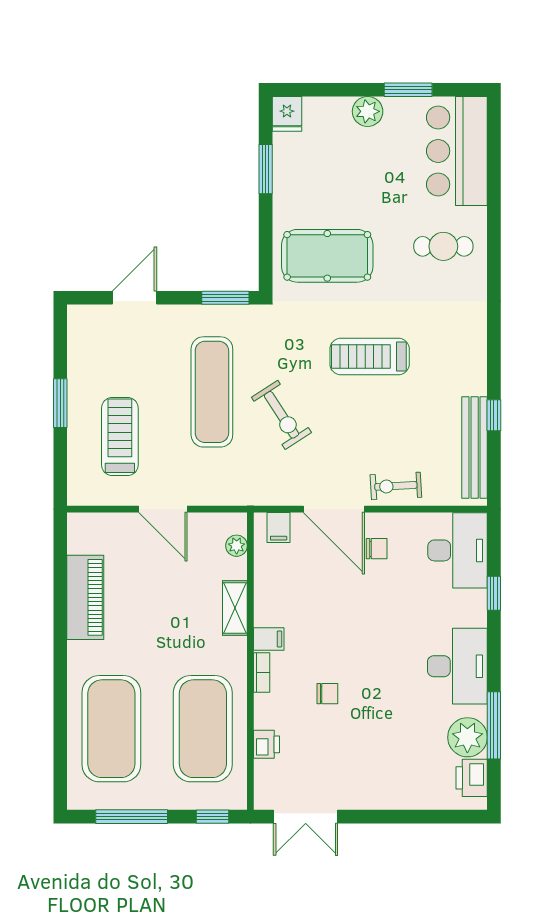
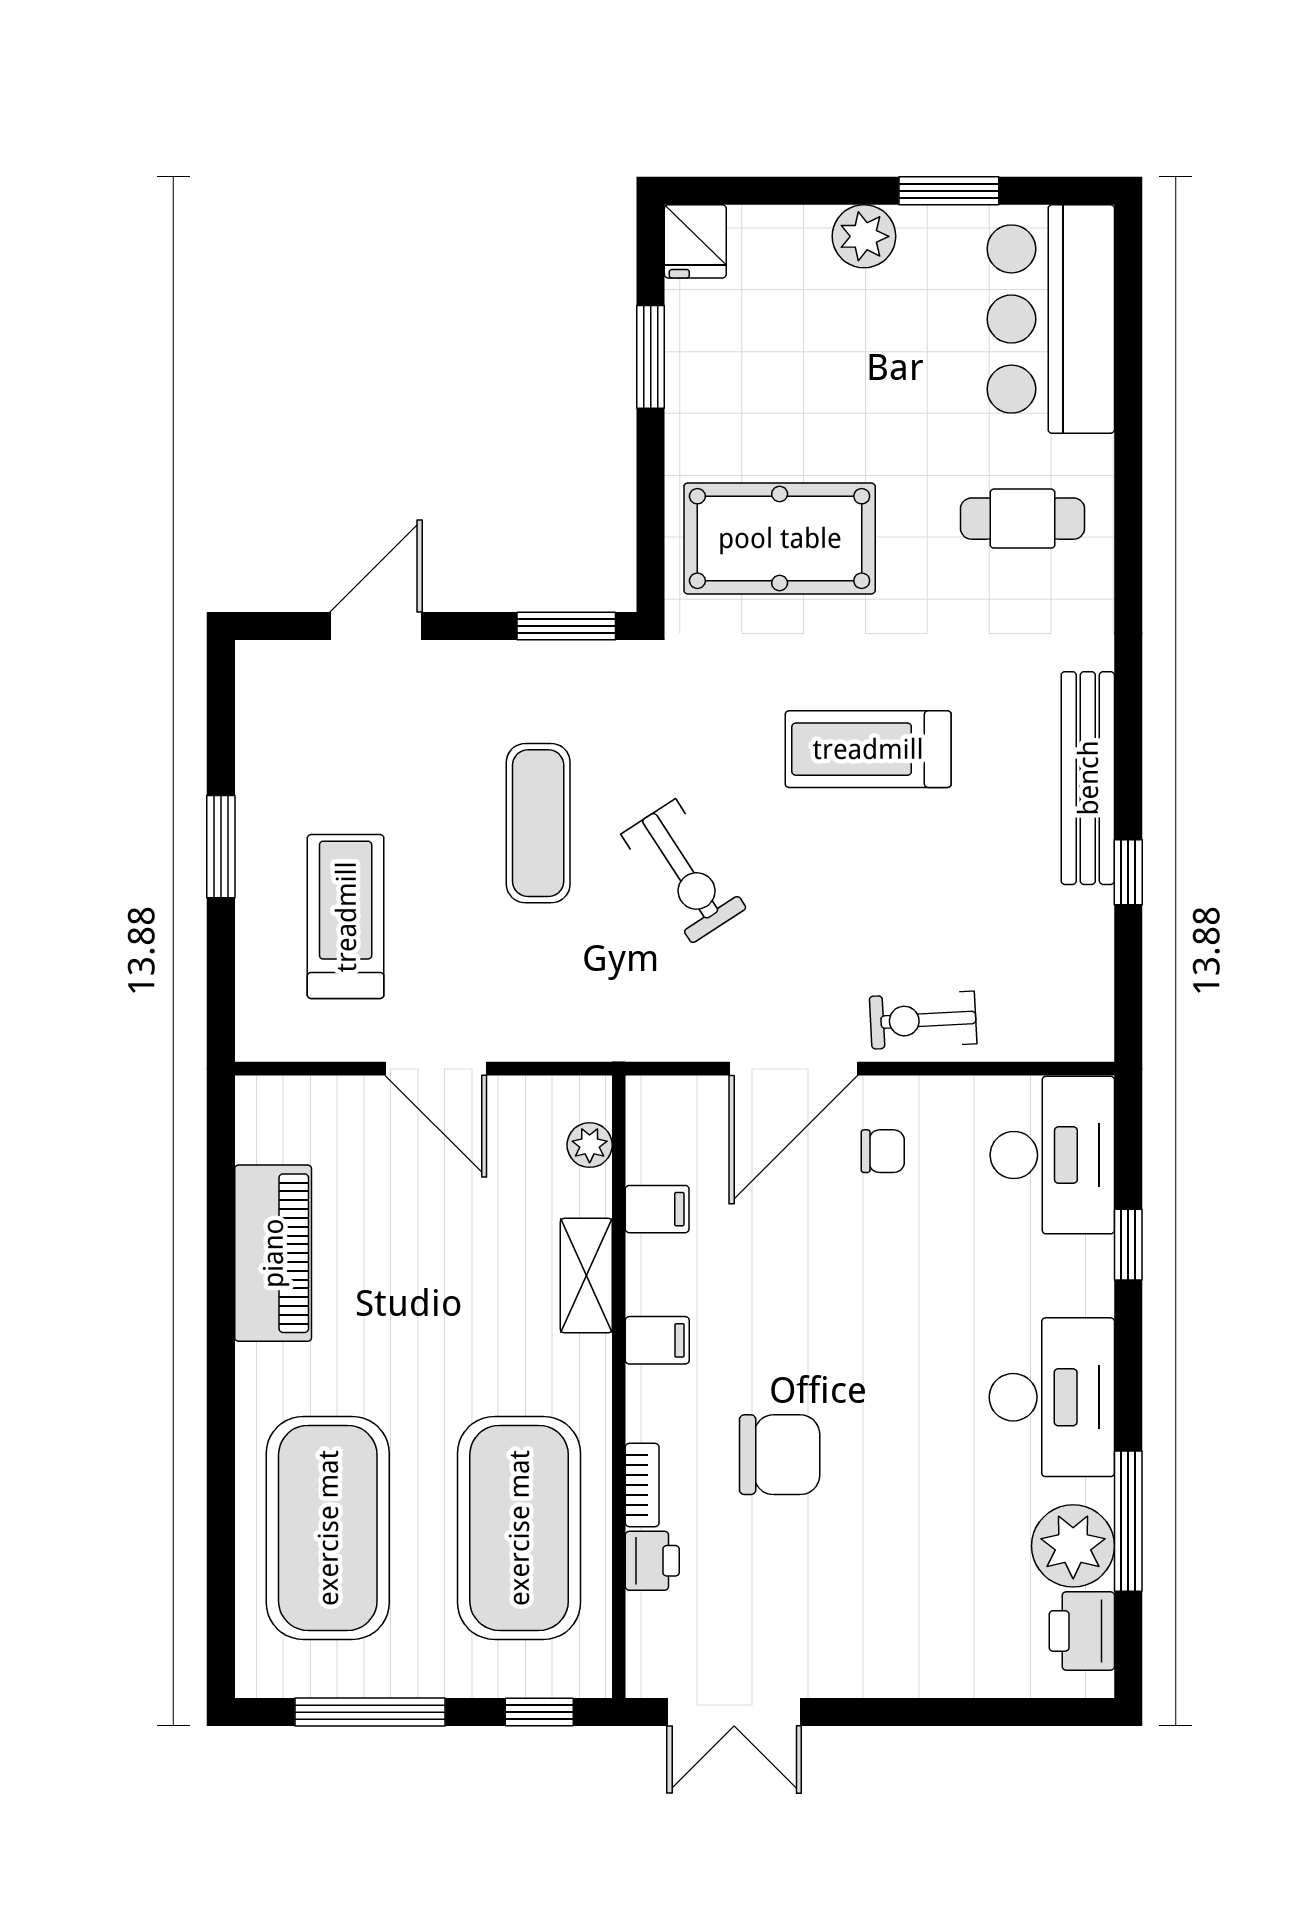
exercise mat: (212, 392) -> (538, 823), width x0.73, depth x0.69
bench: (475, 448) -> (1088, 778), moved
door: (334, 509) -> (793, 1069), hinge flipped
filing cabinet: (279, 528) -> (657, 1209), moved, turned -90
bookcase: (262, 672) -> (642, 1485), moved
chair: (327, 694) -> (780, 1455), width x1.87, depth x1.87

